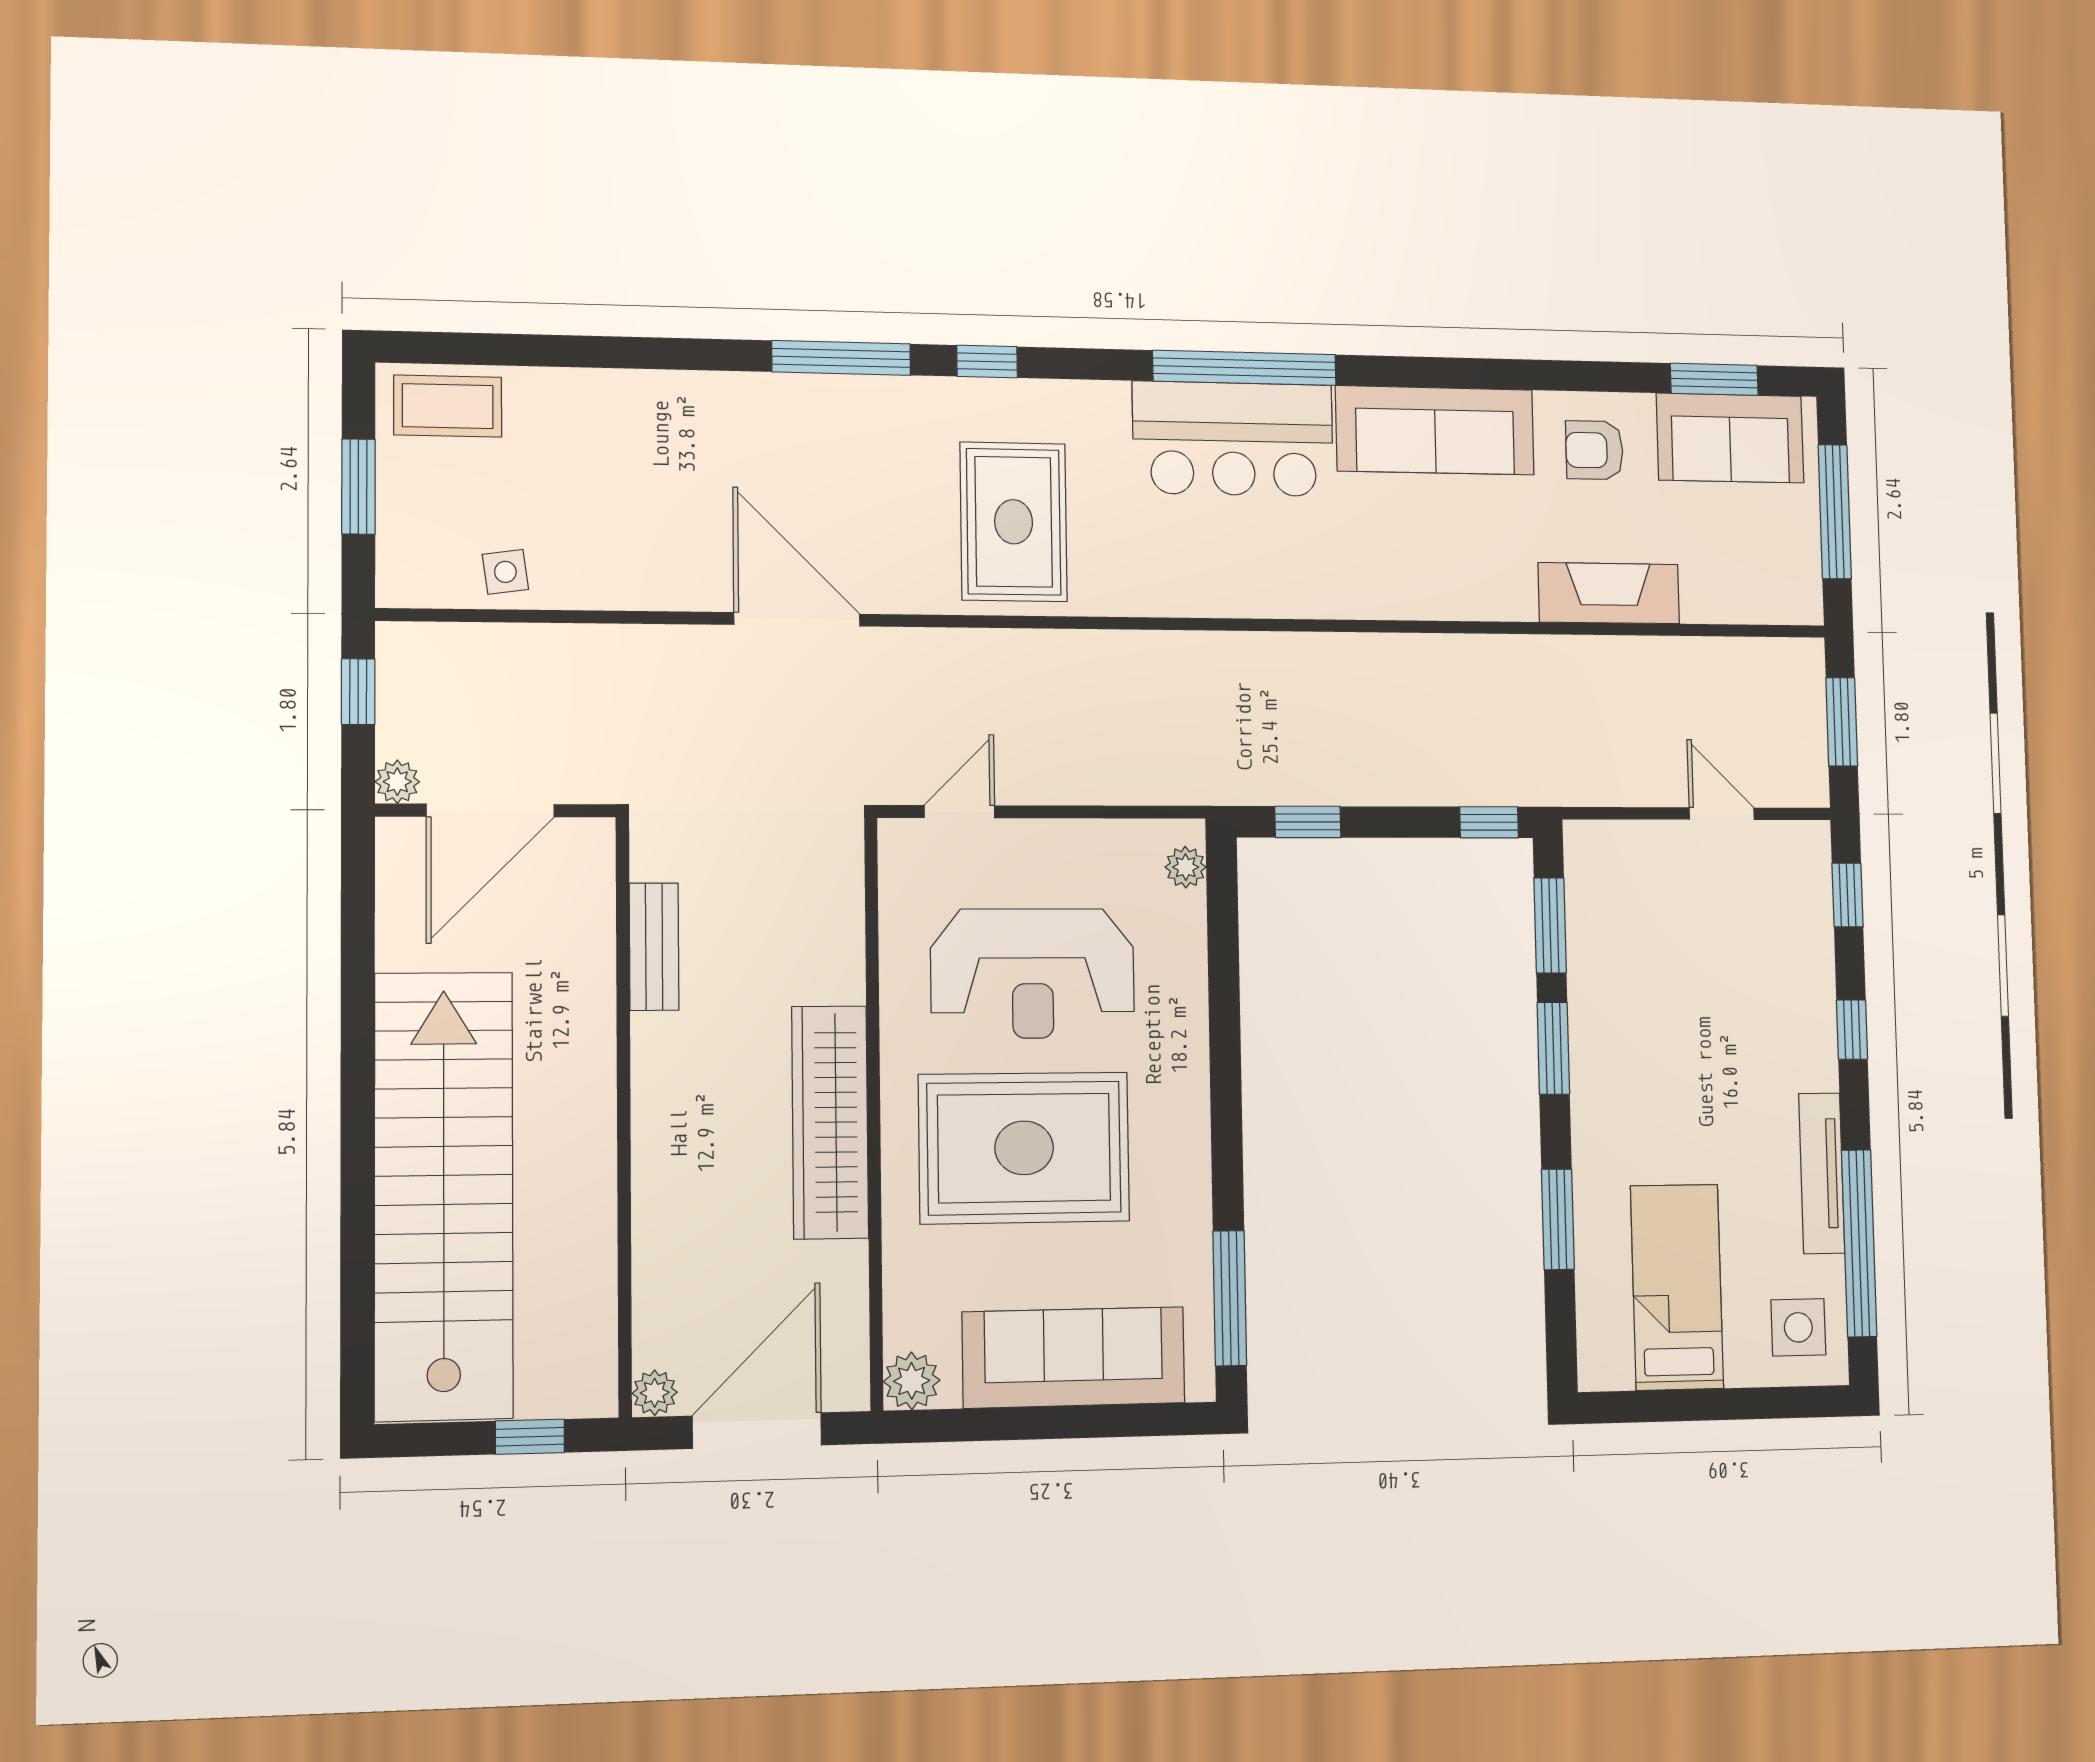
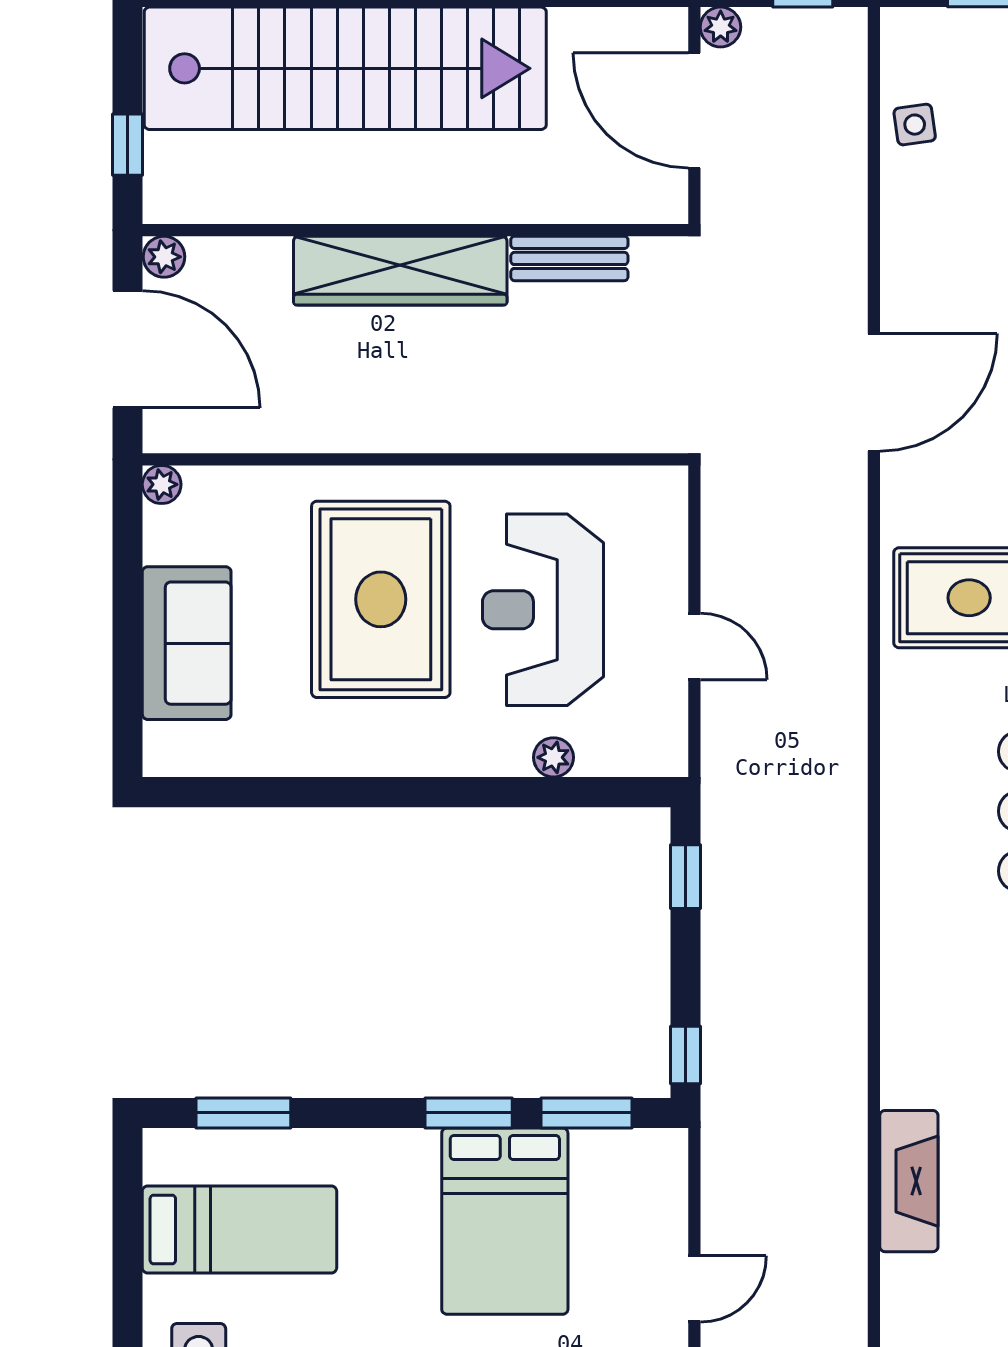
door: (959, 812) -> (694, 646), moved
plant: (1186, 867) -> (553, 757), moved
bed: (1661, 1010) -> (505, 1221), added
wardrobe: (830, 1122) -> (400, 271), moved, turned 180
window: (1558, 1219) -> (243, 1113), moved
window: (1230, 1298) -> (238, 792), removed
sofa: (1074, 1357) -> (187, 643), width x0.73
plant: (912, 1381) -> (162, 484), width x0.73, depth x0.73

